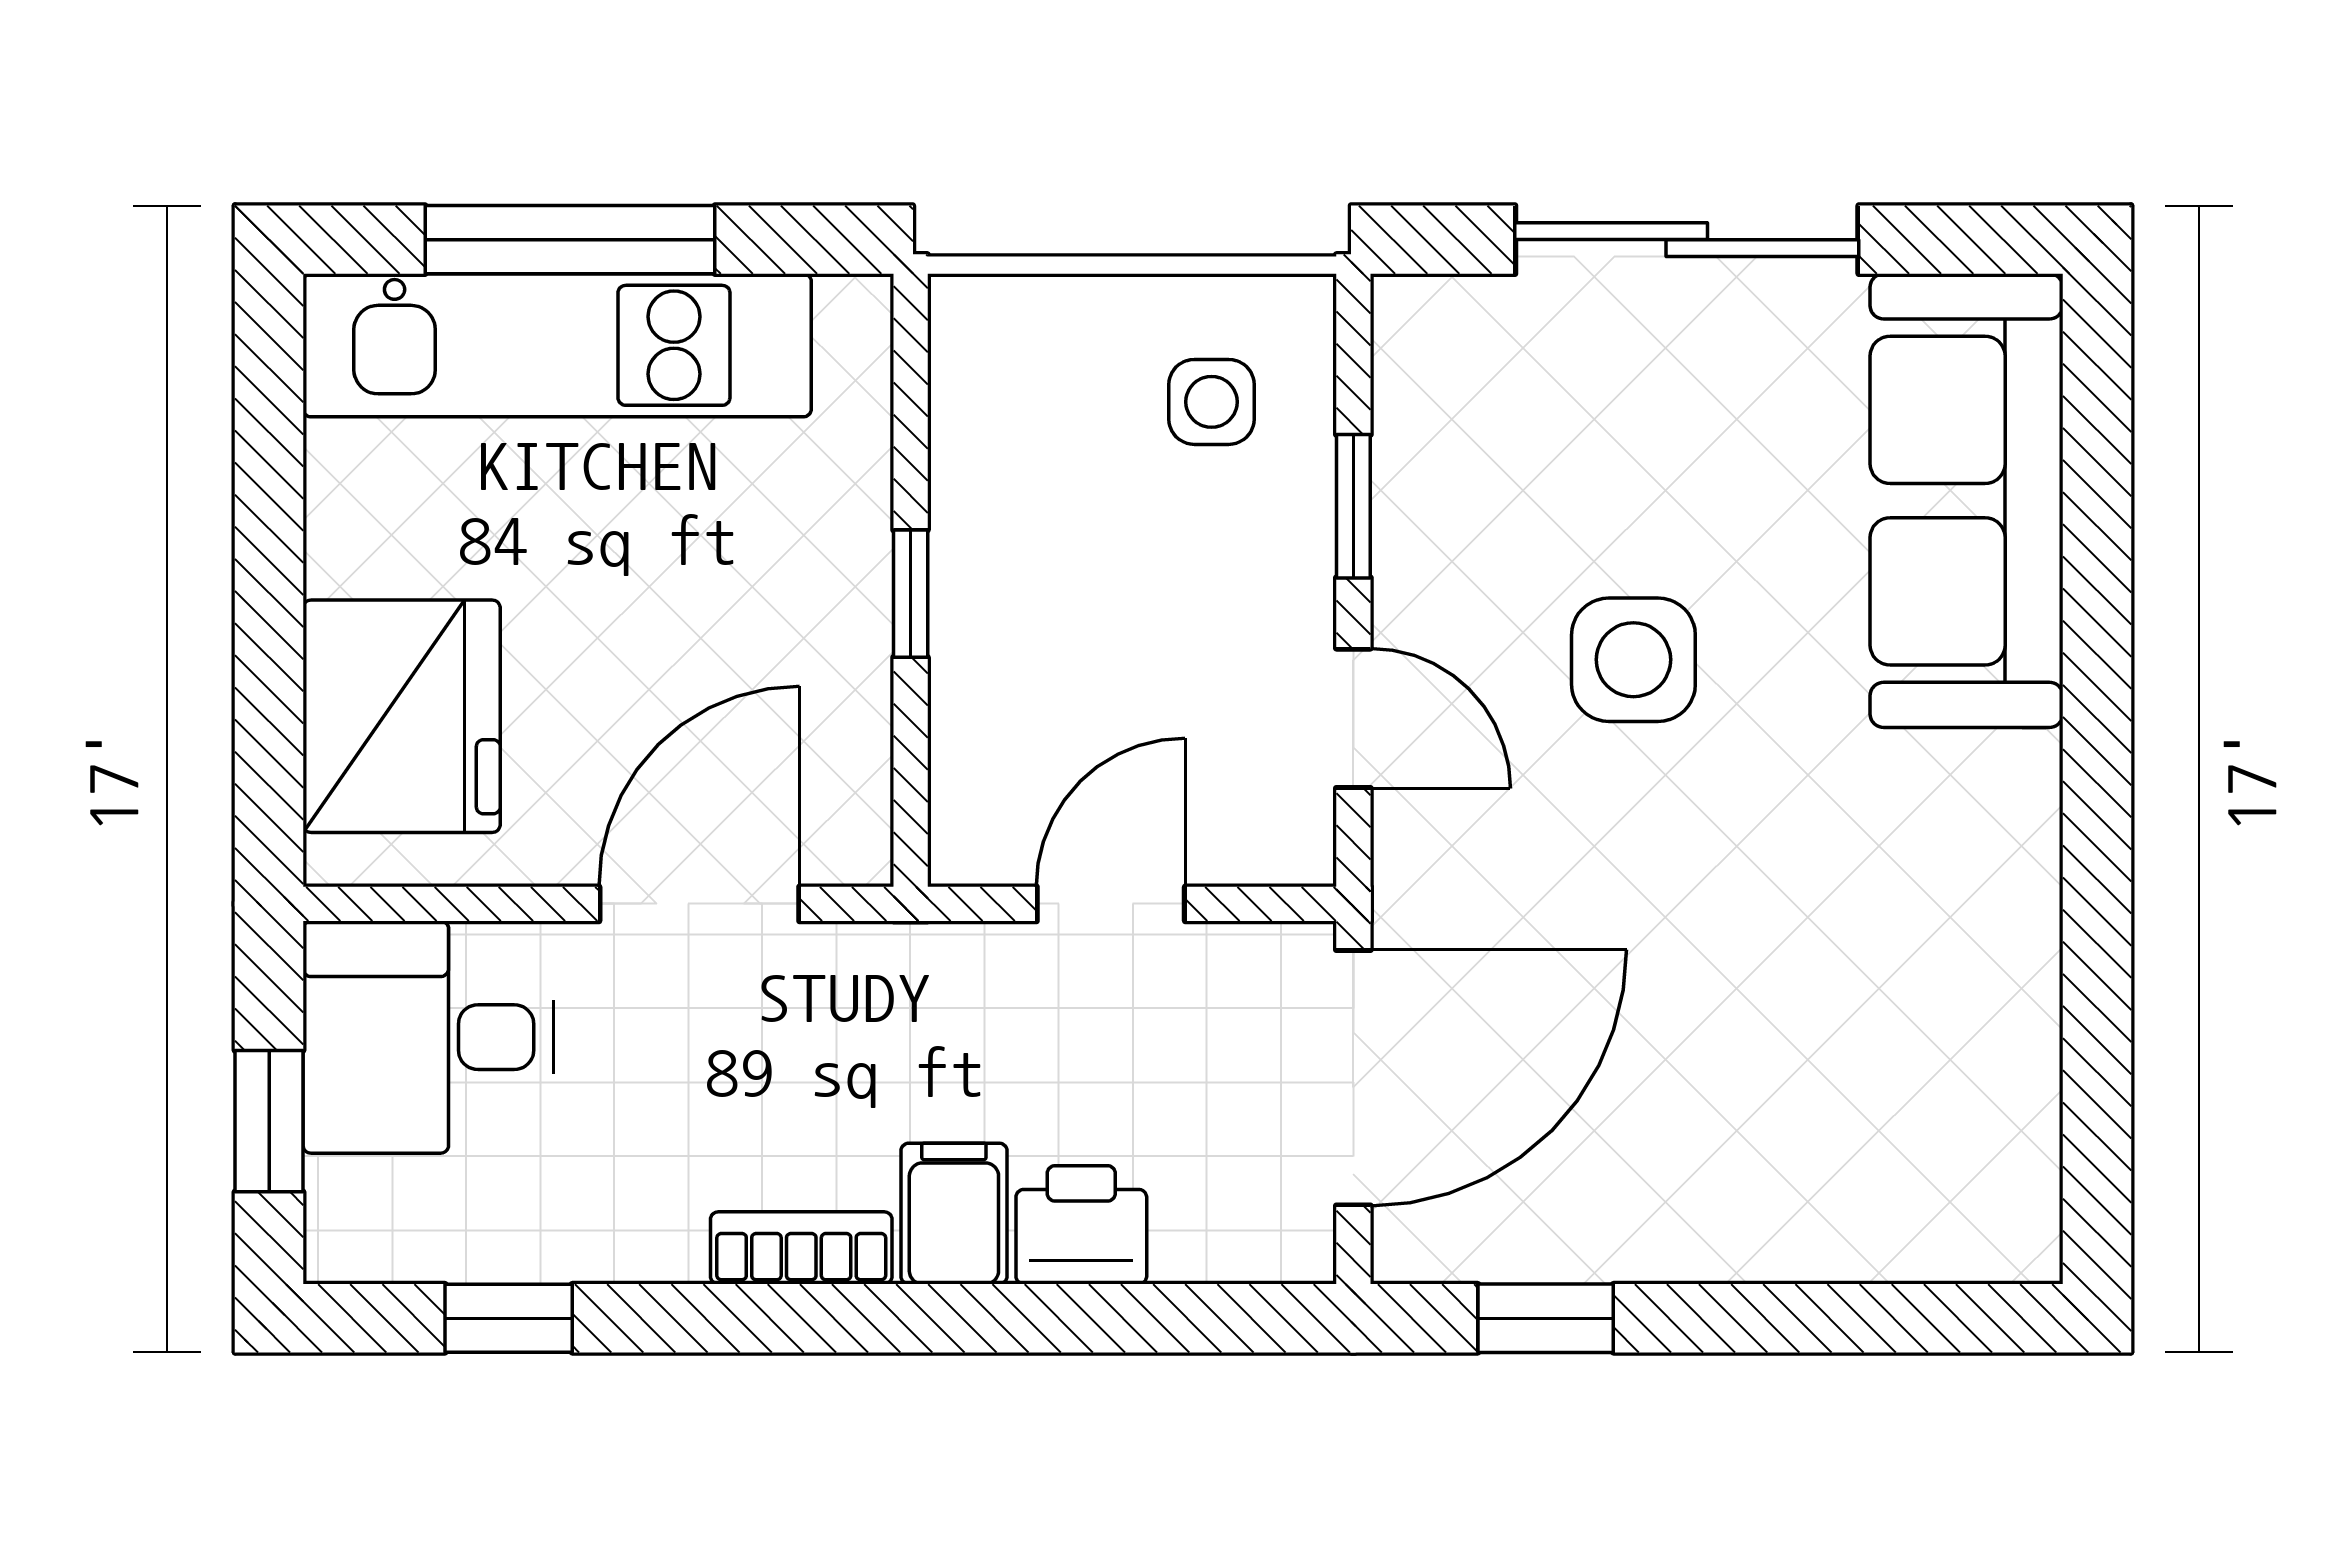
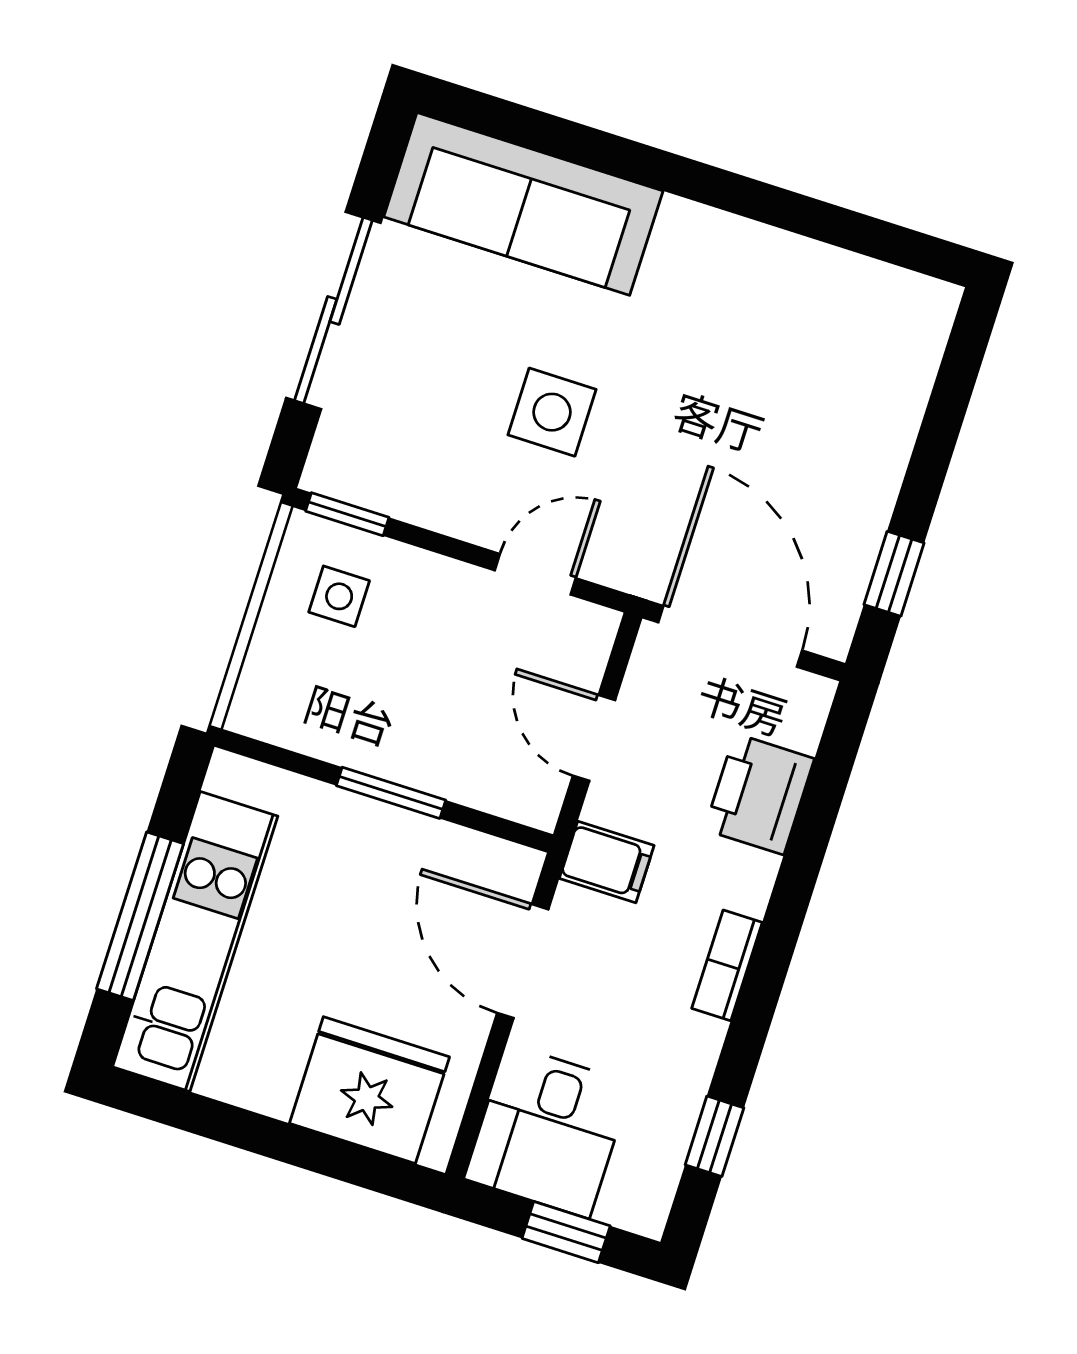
window: (1353, 506) -> (347, 514), moved
window: (911, 594) -> (391, 793), width x1.50
filing cabinet: (954, 1214) -> (607, 862), moved, turned 180
printer: (1081, 1225) -> (759, 794), width x1.36, depth x1.24

